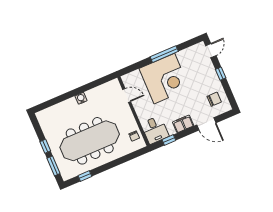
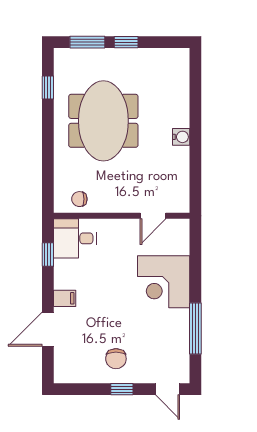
window: (164, 54) -> (195, 329), moved
corner desk: (164, 79) -> (164, 282), width x0.74, depth x0.74
chair: (214, 99) -> (116, 359), moved
filing cabinet: (183, 124) -> (65, 298), width x0.50
meeting table: (90, 141) -> (103, 121), width x0.73

